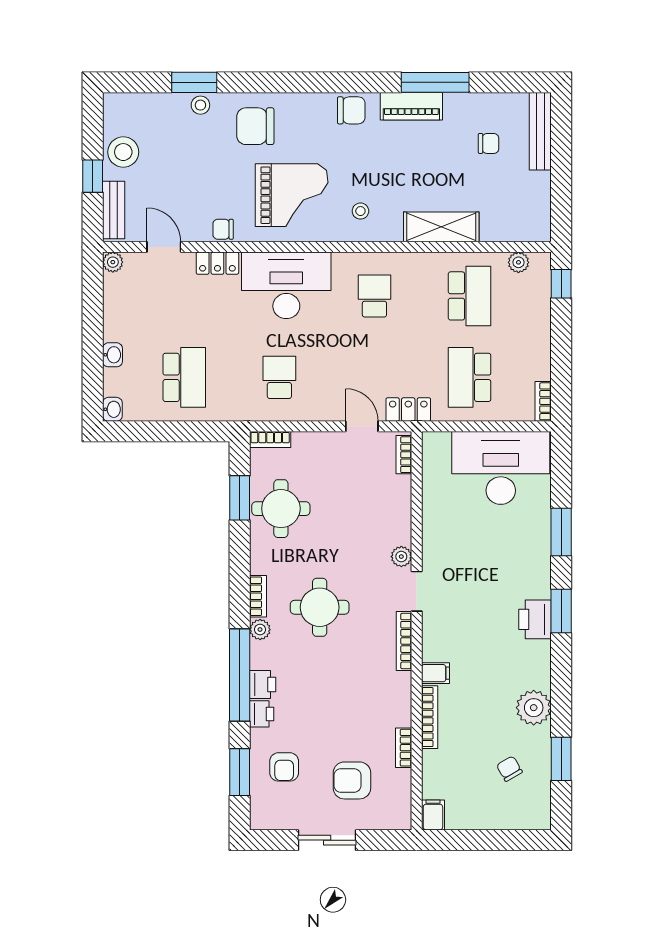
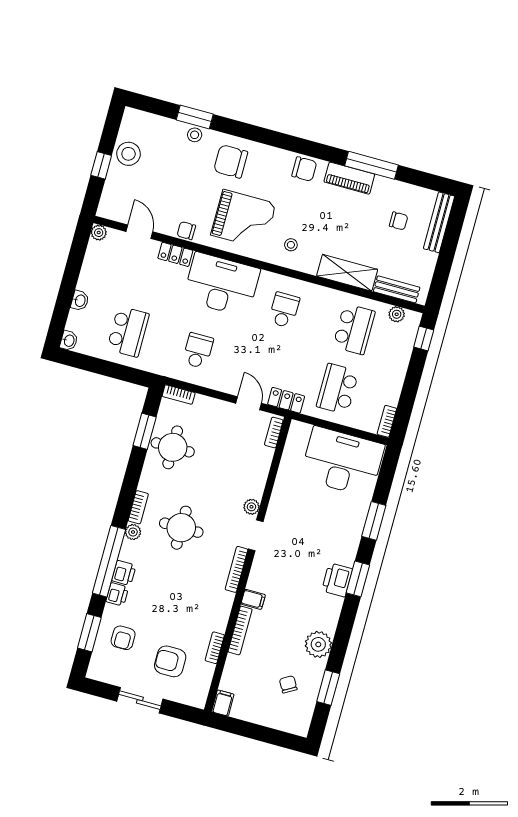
bench: (114, 210) -> (397, 289), moved, turned 90

